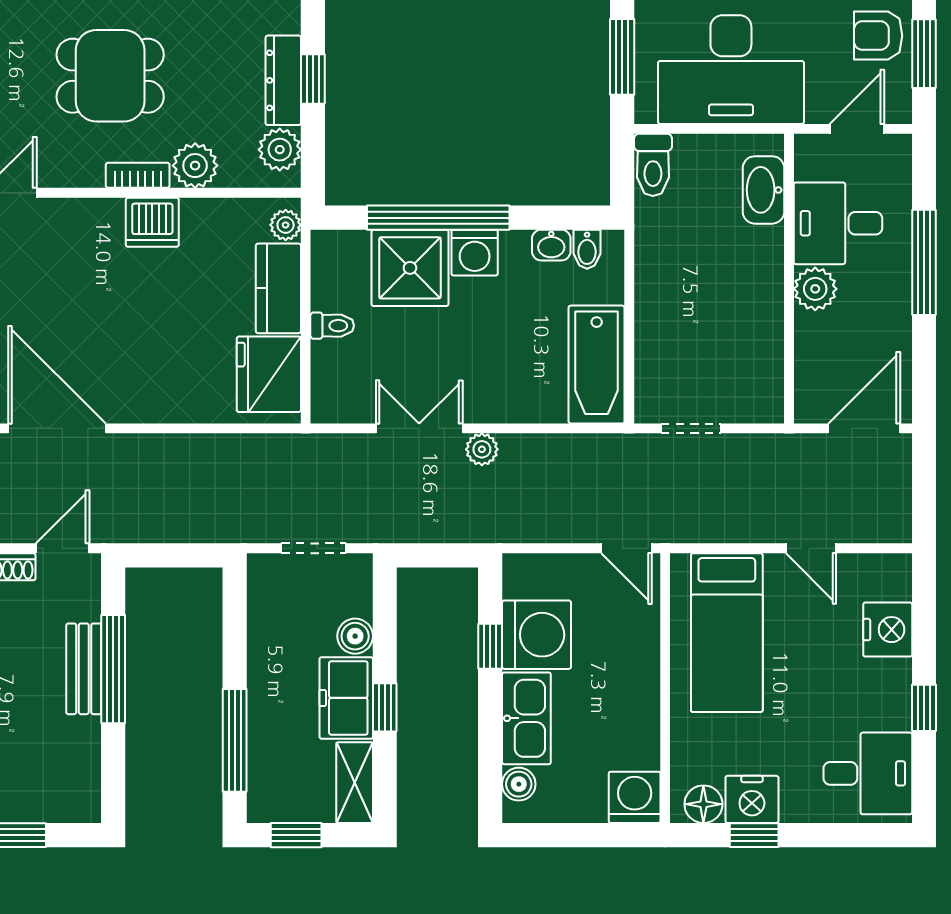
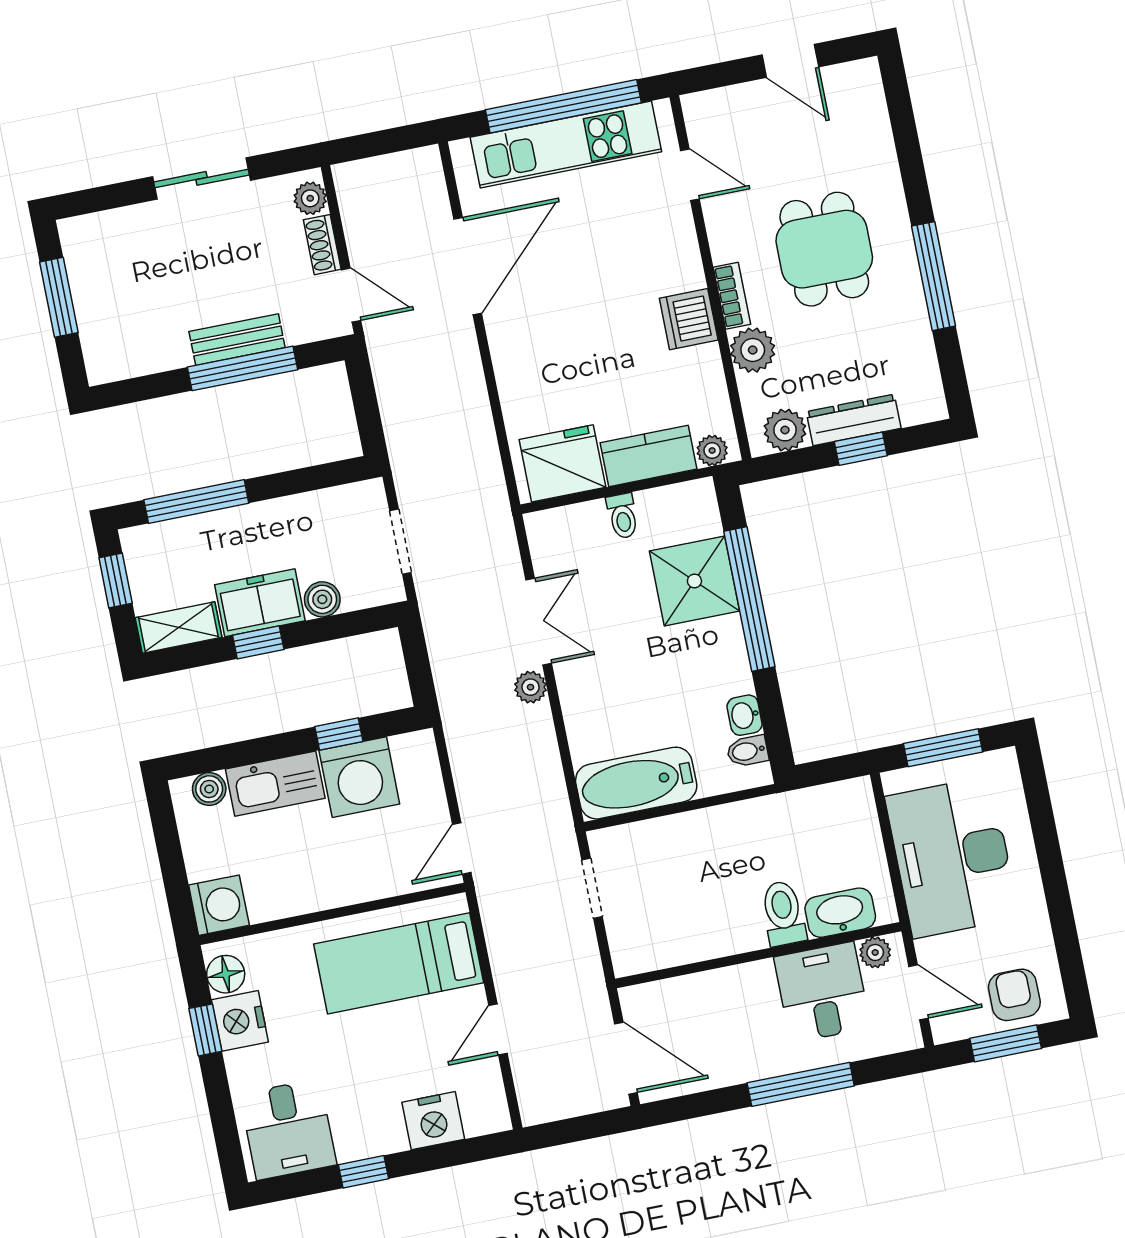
toilet: (653, 165) -> (783, 913), moved, turned 90
washing machine: (475, 253) -> (722, 641), removed
plant: (815, 289) -> (875, 952), moved, width x0.73, depth x0.73

